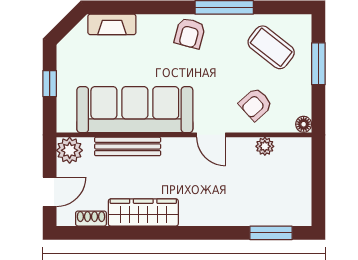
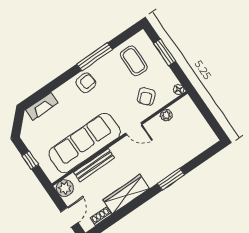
armchair: (190, 33) -> (86, 83), turned -109
coffee table: (271, 47) -> (134, 61), turned 52
window: (271, 233) -> (171, 179), moved

